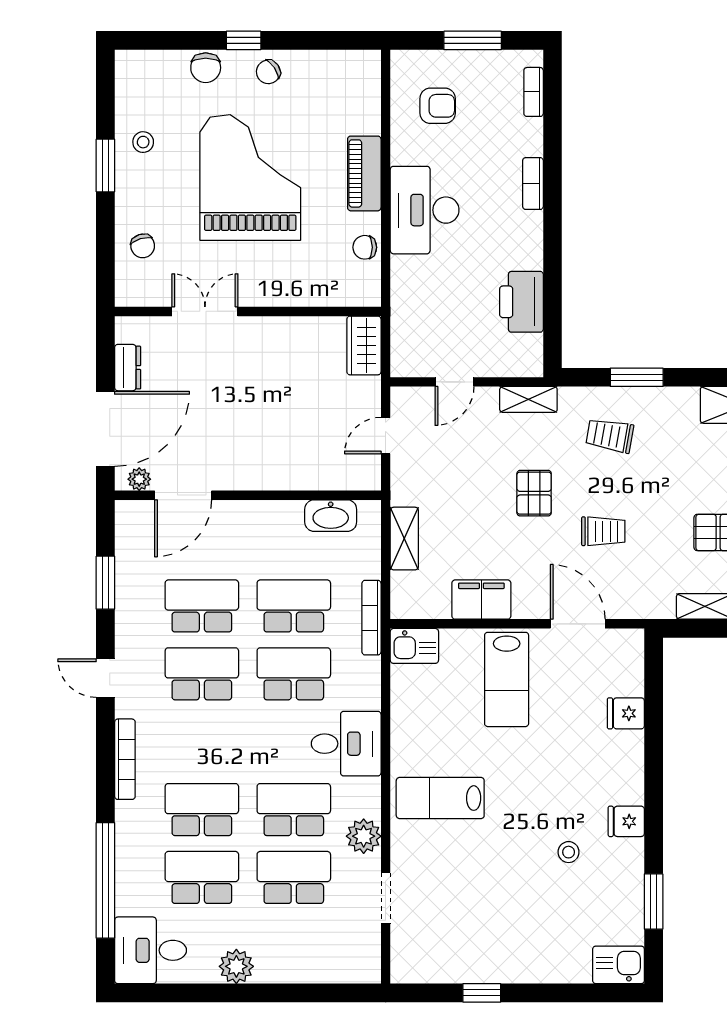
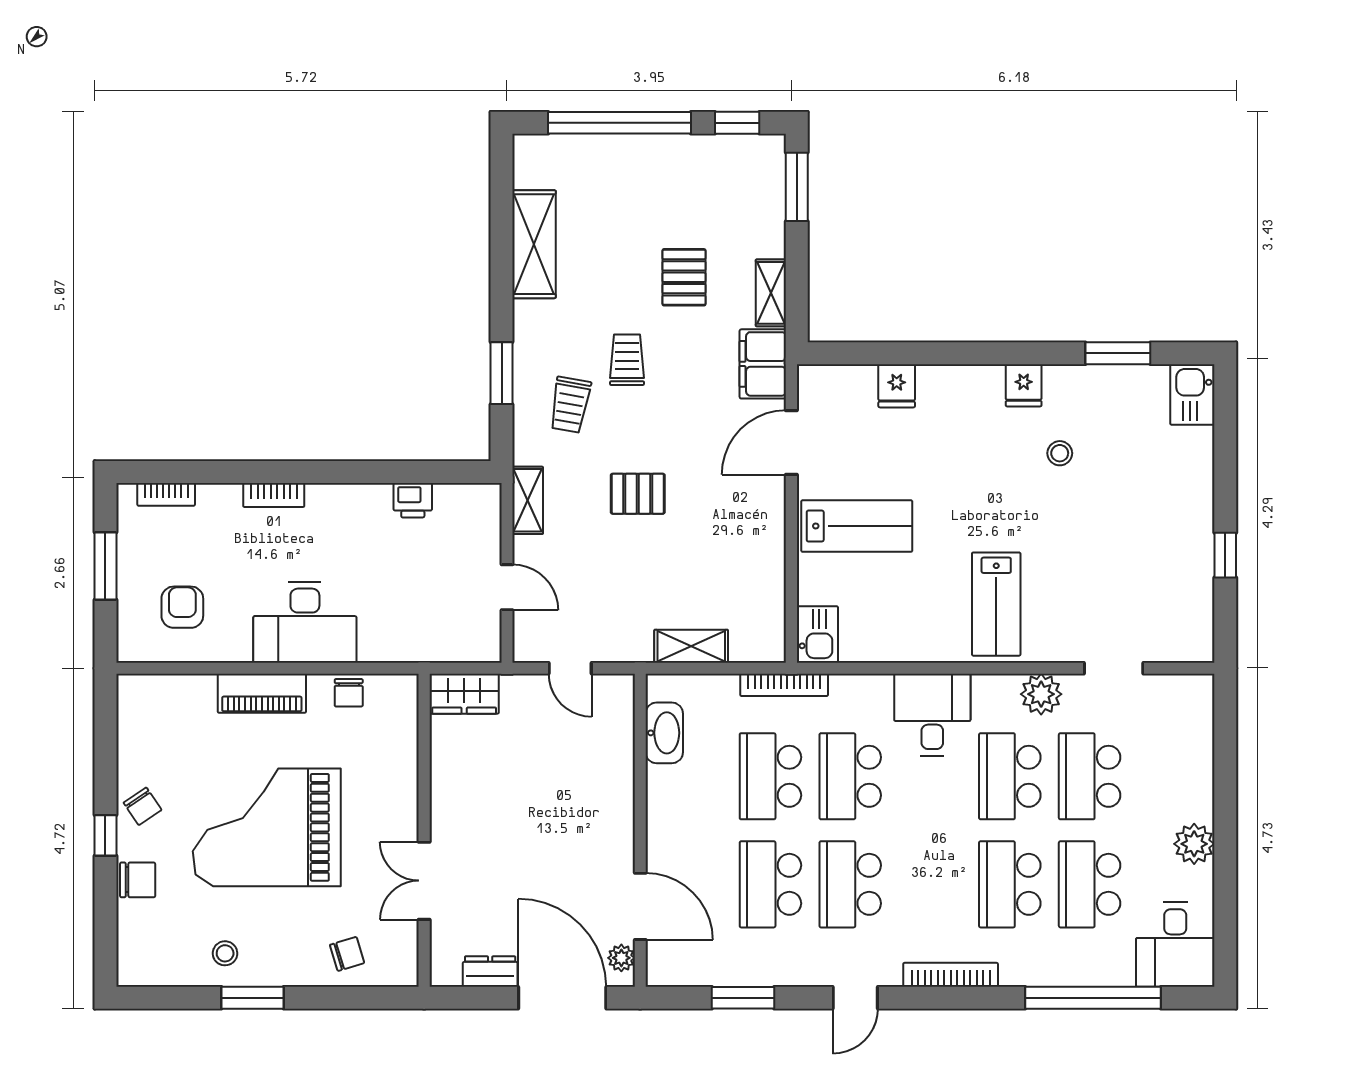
printer: (521, 302) -> (413, 500), width x0.53, depth x0.68
trolley: (603, 531) -> (627, 360), moved
filing cabinet: (481, 600) -> (763, 364), moved

